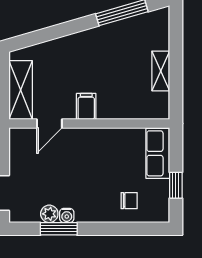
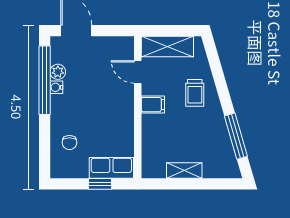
trolley: (73, 59) -> (195, 93), added
window: (176, 185) -> (100, 184), moved
window: (59, 229) -> (45, 80), width x2.11

